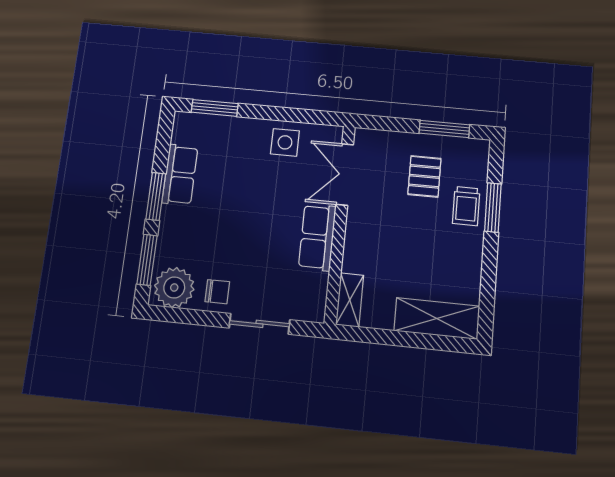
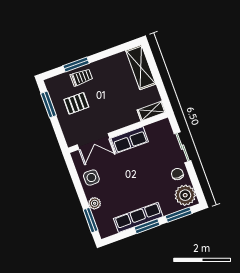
plant: (239, 127) -> (95, 203), added
row of seats: (180, 175) -> (138, 217), width x1.48

